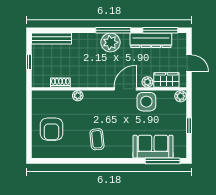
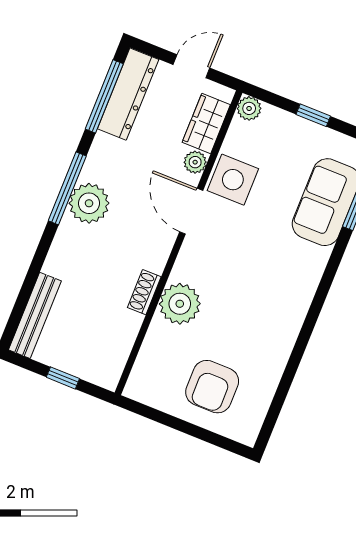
dresser: (151, 40) -> (128, 94), moved
shoe rack: (60, 83) -> (144, 292), moved
plant: (78, 96) -> (180, 304), width x1.88, depth x1.88
armchair: (52, 129) -> (212, 387), turned 90
coffee table: (97, 139) -> (268, 306), removed

